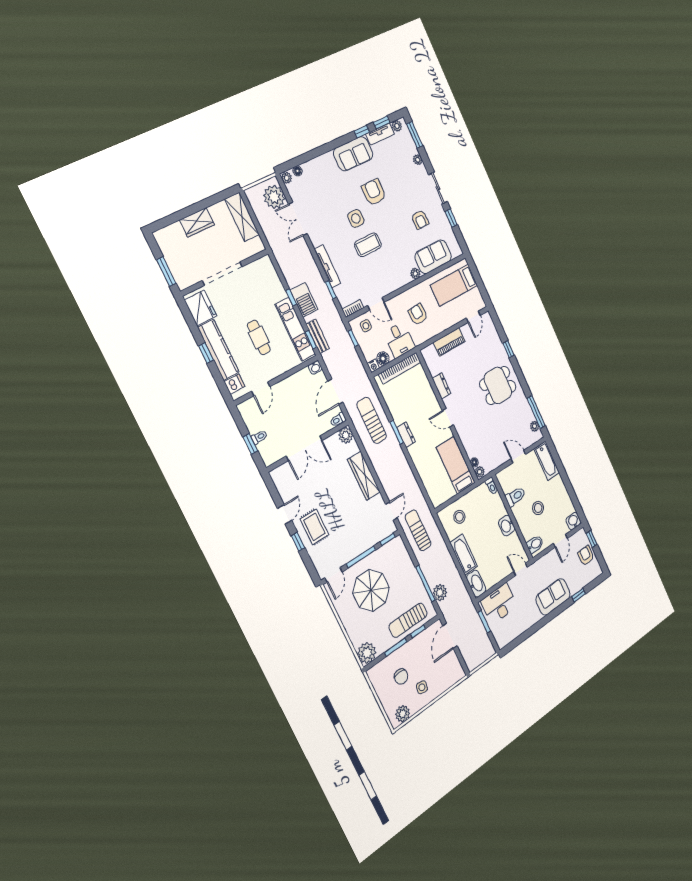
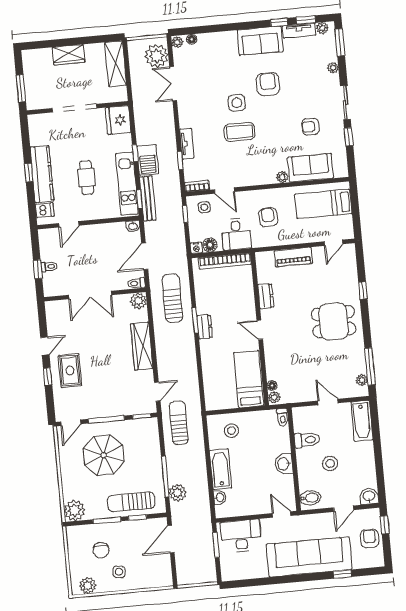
armchair: (420, 220) -> (310, 127), turned 90
tv unit: (328, 266) -> (187, 144), width x0.71
fridge: (201, 308) -> (118, 120), moved, turned 180
bench: (318, 336) -> (148, 198), width x1.36
washbasin: (476, 584) -> (220, 497), width x0.52, depth x0.69
sofa: (553, 597) -> (309, 557), width x1.85, depth x1.27

